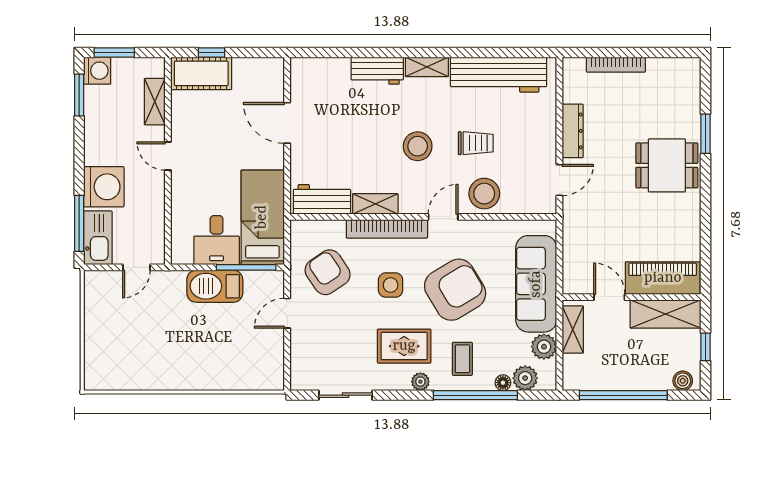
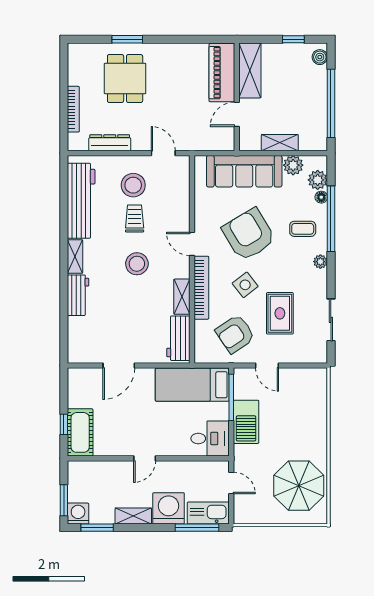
shelving: (155, 102) -> (133, 516), moved
dresser: (573, 131) -> (110, 143), moved
dining table: (667, 165) -> (125, 79), moved
stool: (484, 194) -> (133, 185), moved
desk: (217, 240) -> (210, 438), moved
piano: (663, 278) -> (222, 73), moved
side table: (391, 285) -> (245, 285), turned -38
door: (609, 297) -> (237, 114), moved
wall: (632, 297) -> (237, 97), moved
shelving: (666, 314) -> (250, 70), moved
rug: (404, 346) -> (280, 313), moved
parasol: (133, 354) -> (299, 486), added

